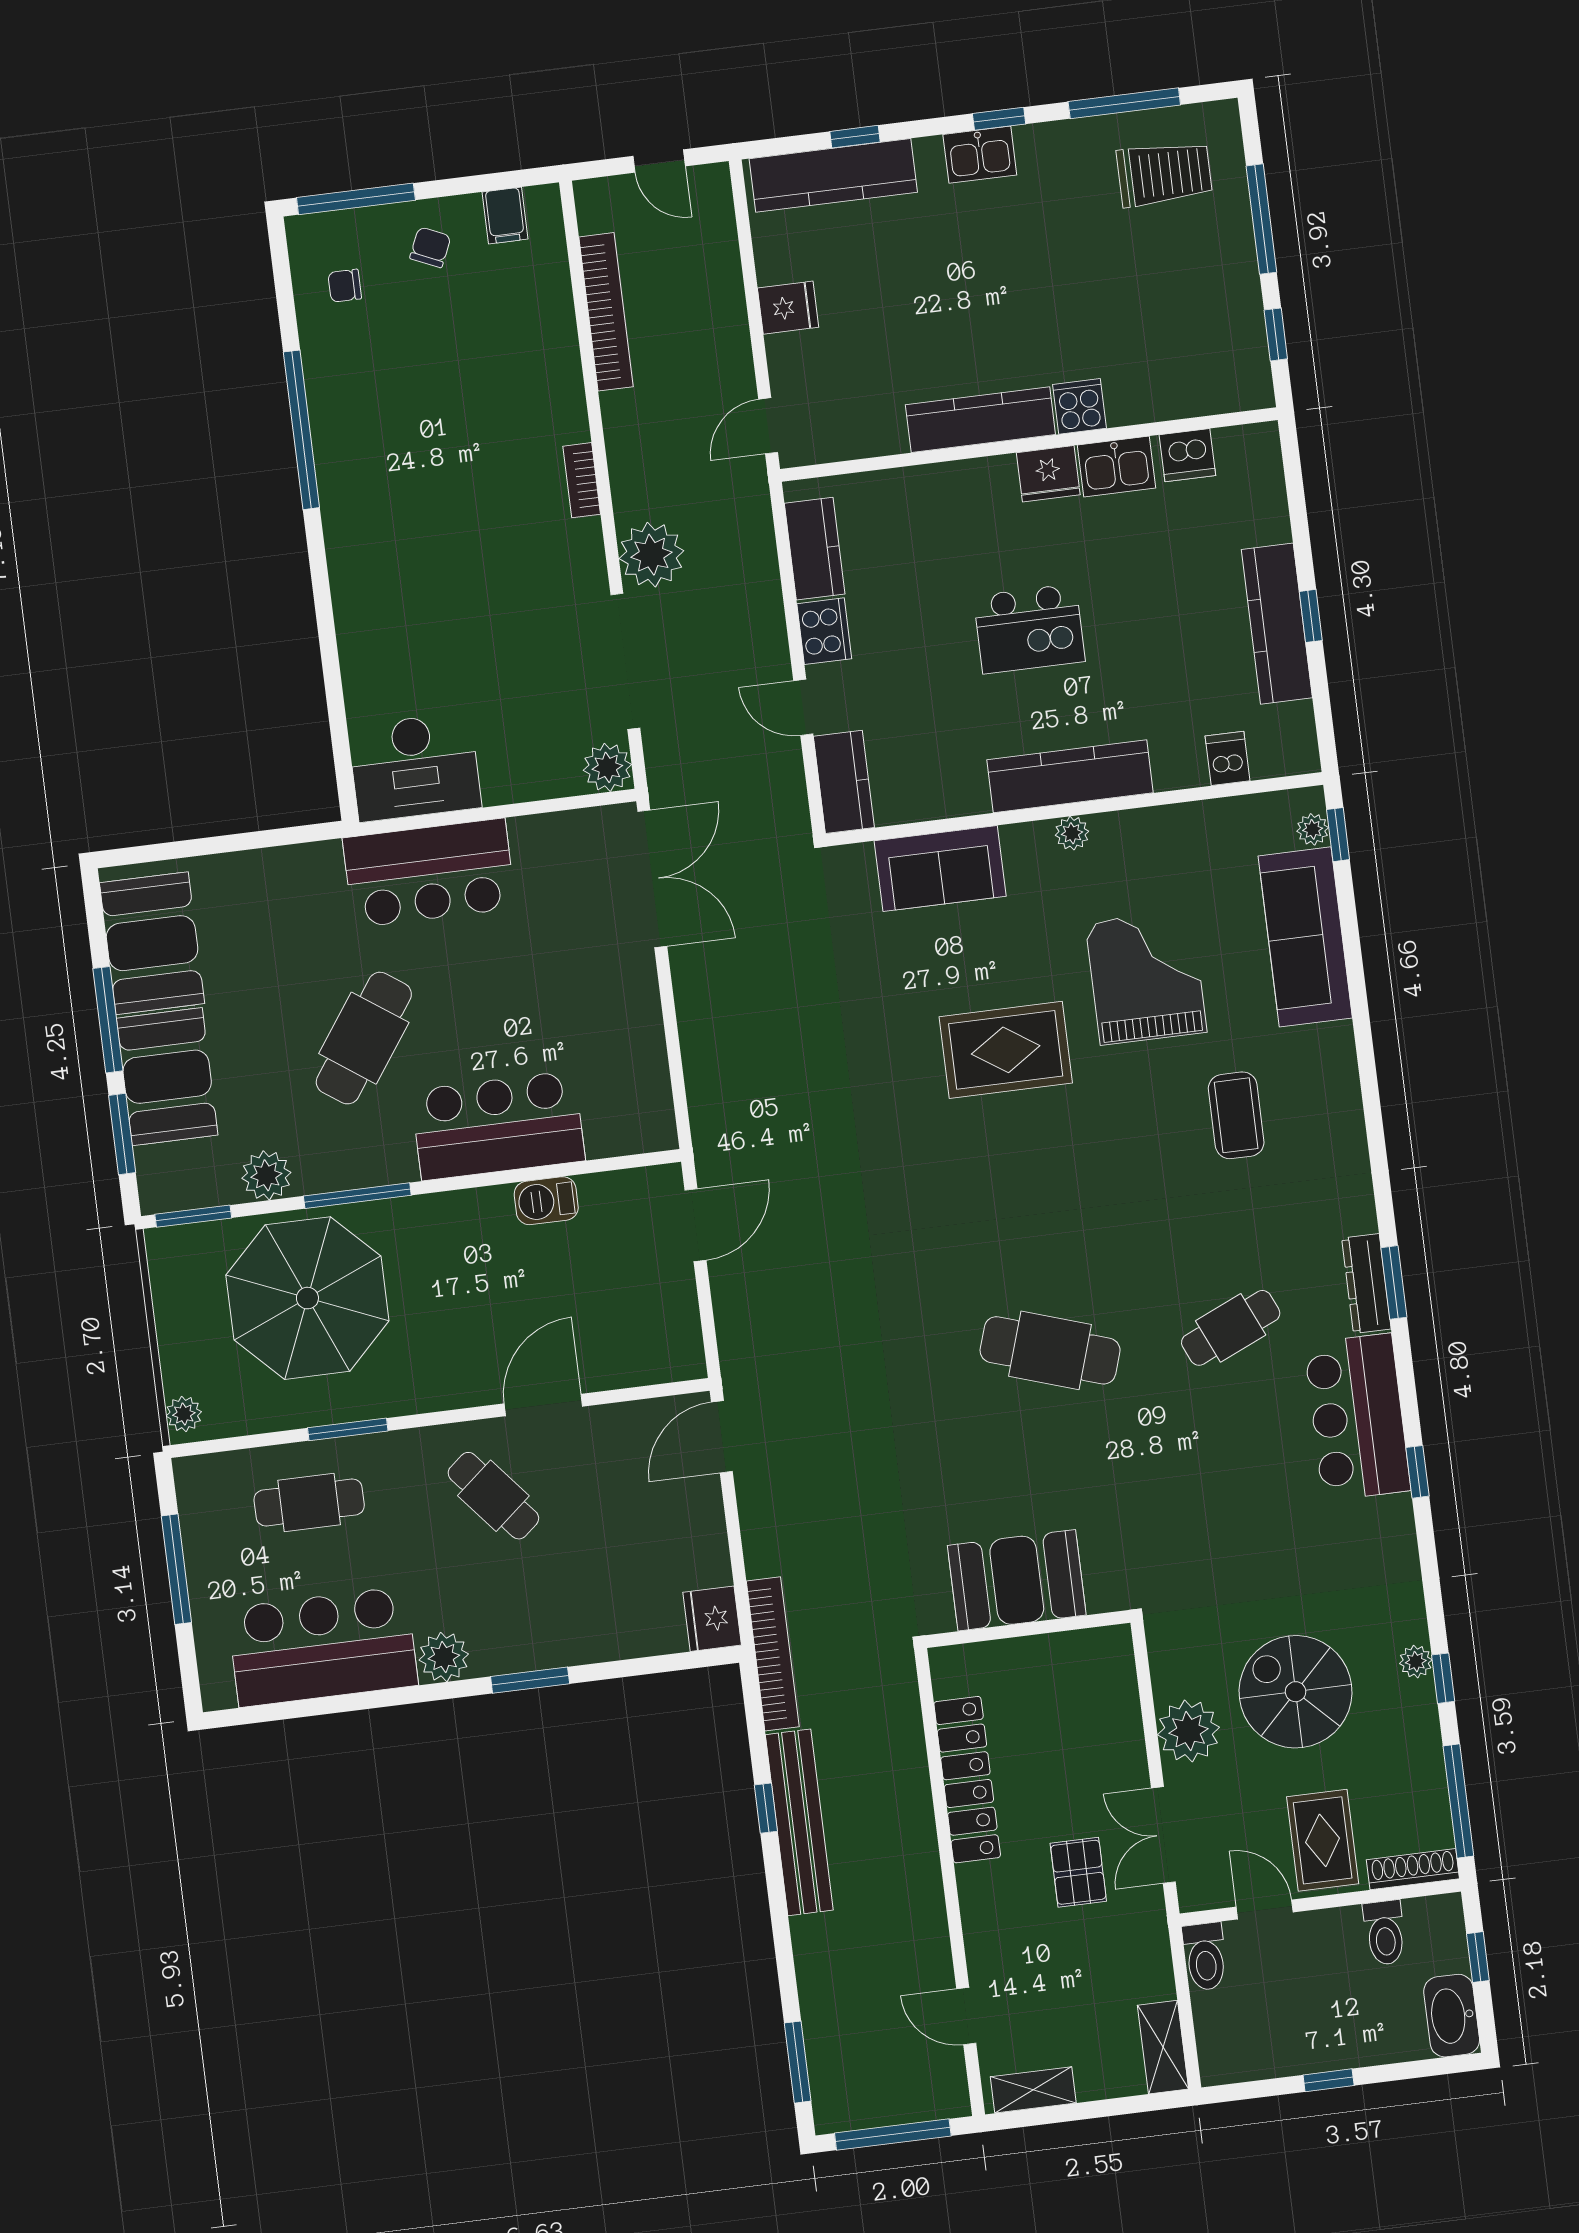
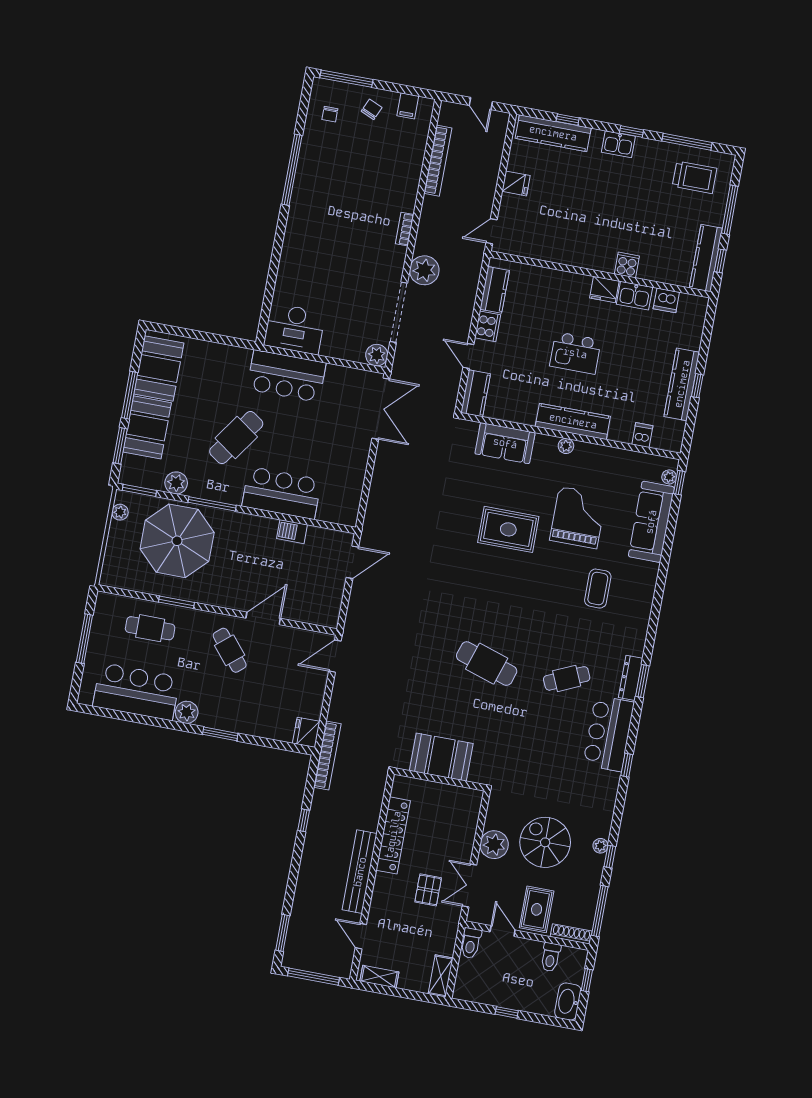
chair: (345, 286) -> (330, 114), turned -90
kitchen counter: (980, 420) -> (706, 258), moved, turned -90
plant: (184, 1414) -> (120, 512), moved
bench: (799, 1822) -> (360, 872), moved

